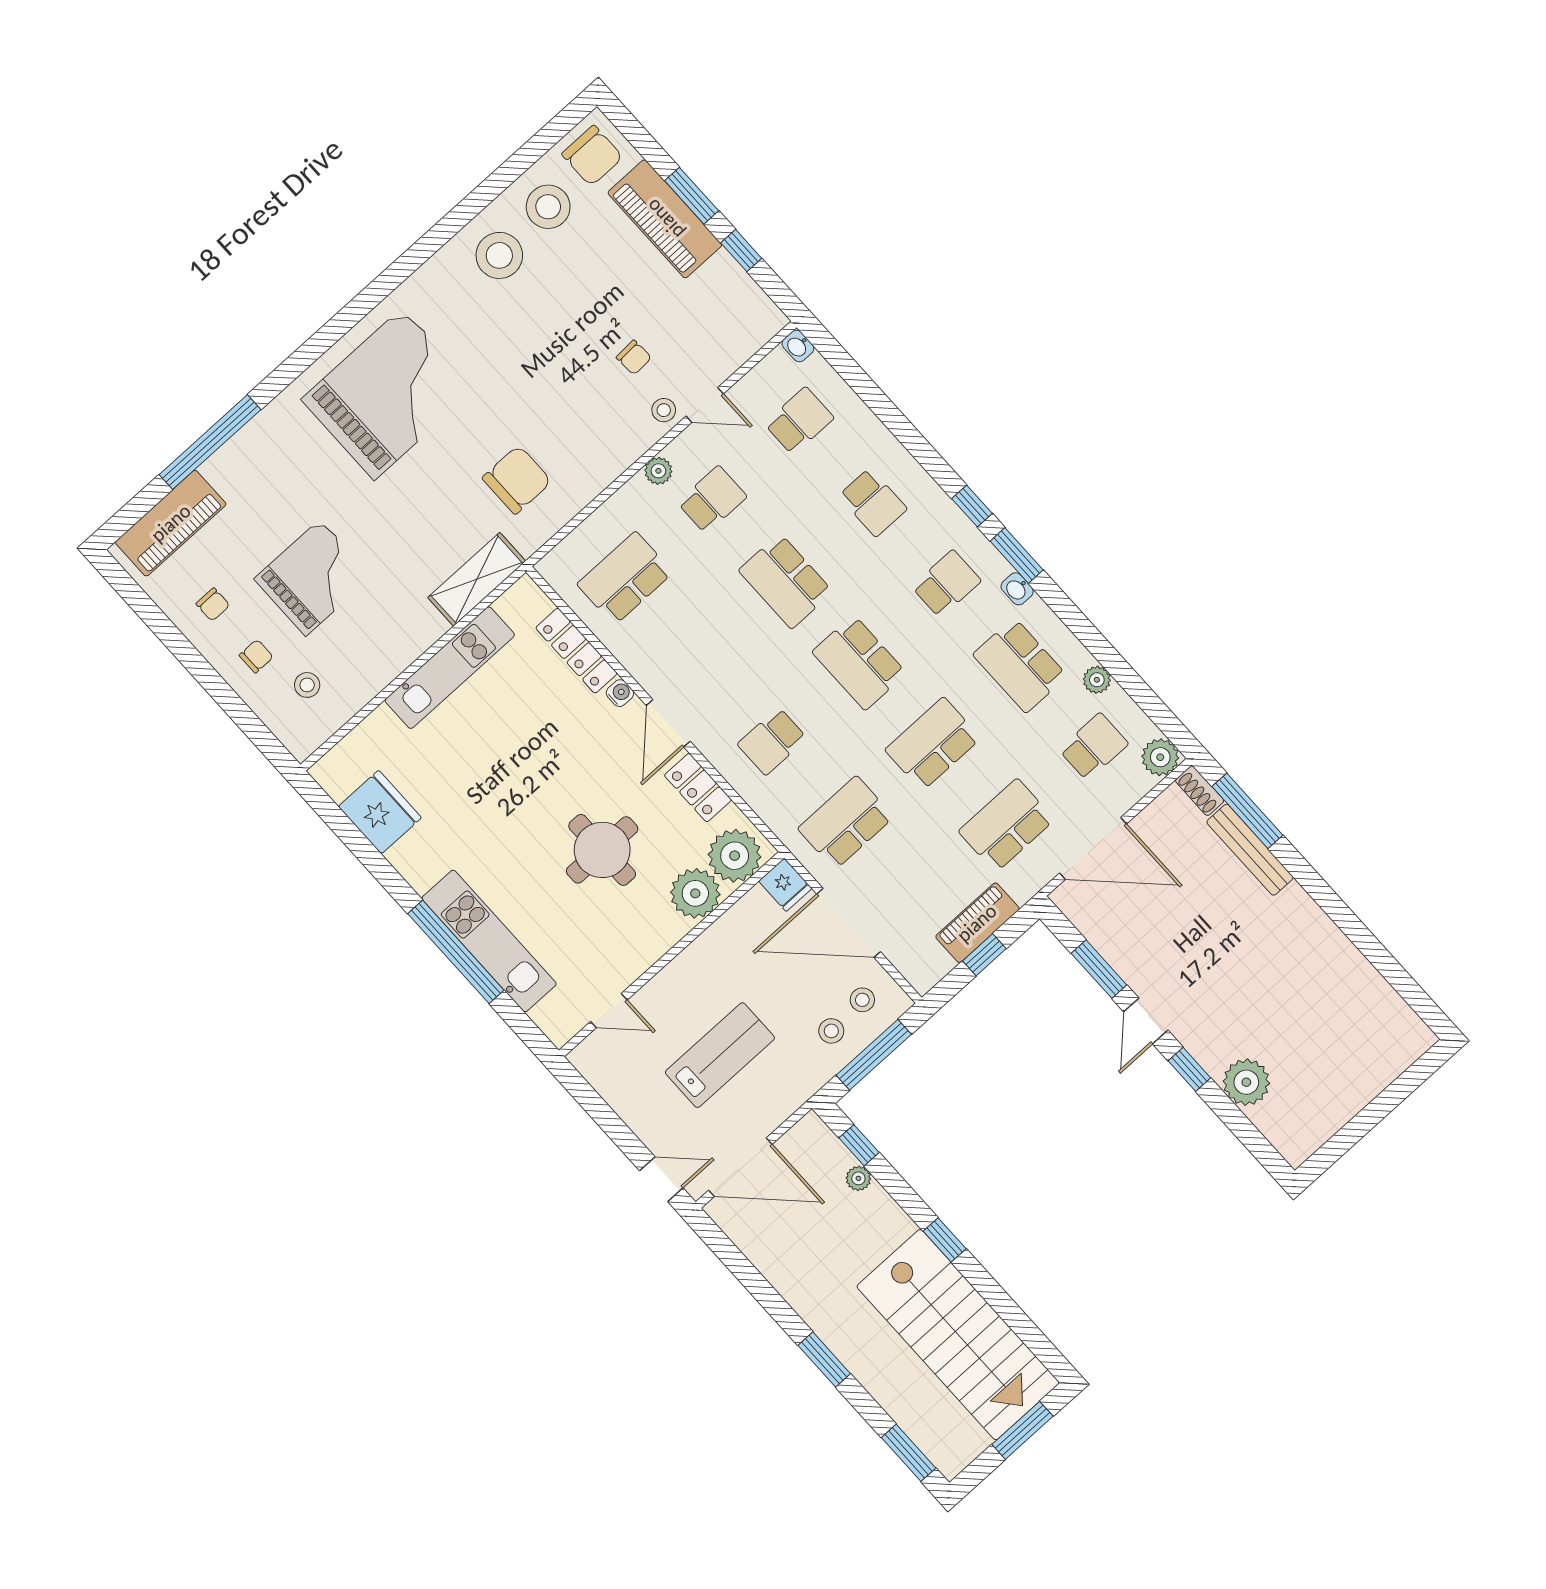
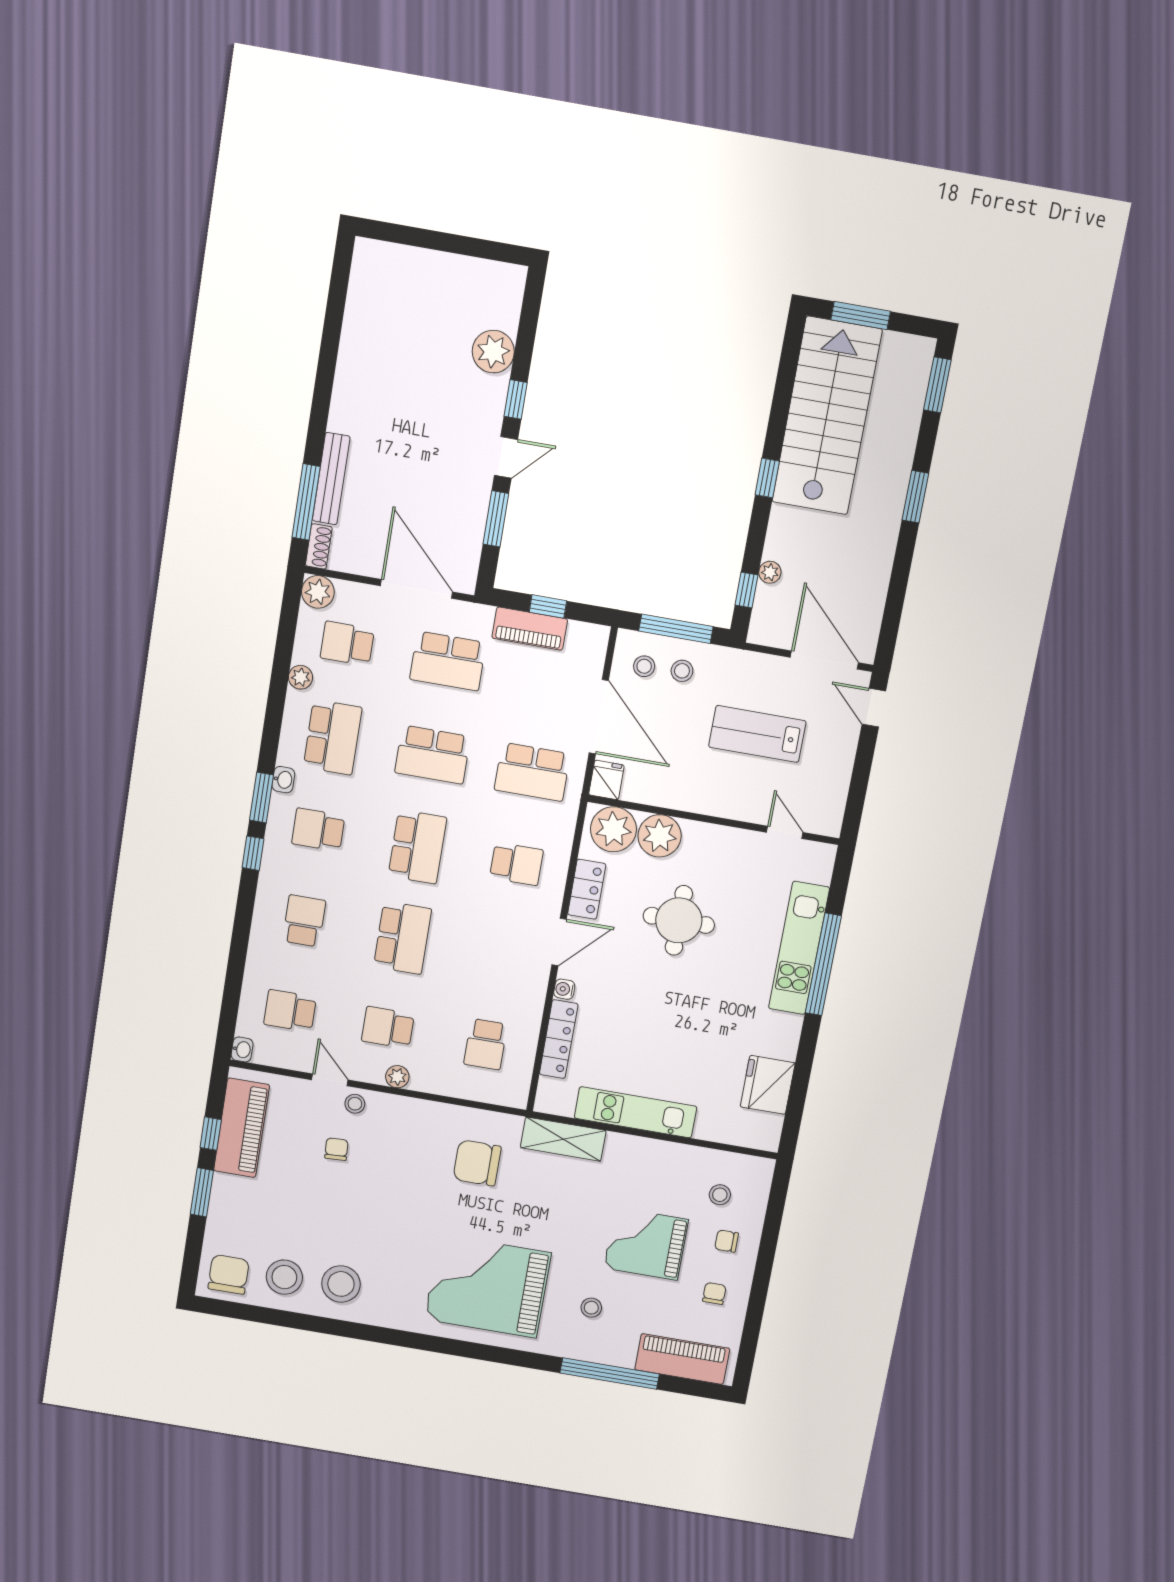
piano: (665, 219) -> (242, 1128), moved
stool: (290, 476) -> (591, 1308), added
school desk: (625, 578) -> (486, 1044), width x0.54

